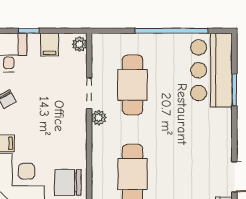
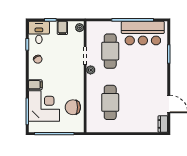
bar counter: (211, 70) -> (143, 33), moved, turned -90

